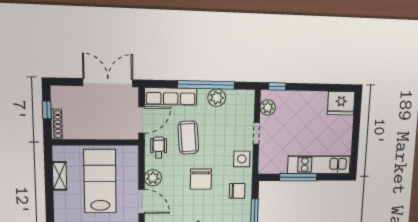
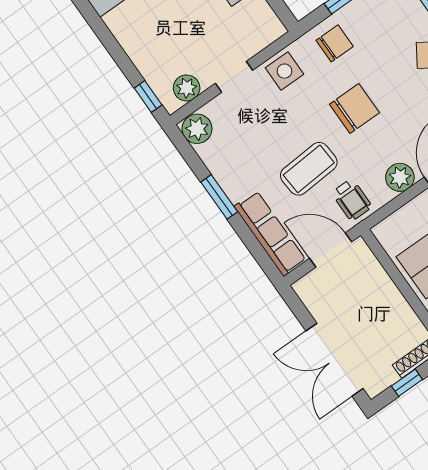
double door: (108, 83) -> (334, 360), moved
window: (206, 85) -> (219, 197), width x0.47
plant: (217, 98) -> (197, 129), moved
wheelchair: (159, 147) -> (352, 200), turned -90
chair: (237, 191) -> (335, 43), turned 90

